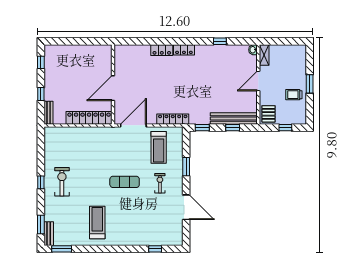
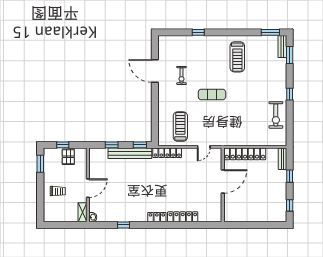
locker: (162, 50) -> (183, 217), width x1.53
window: (310, 84) -> (40, 164), moved
trolley: (294, 95) -> (58, 191), moved
pallet: (268, 114) -> (68, 157), moved
bench: (234, 118) -> (130, 153), moved
door: (133, 125) -> (204, 147), width x0.53
window: (186, 167) -> (155, 109), removed
exercise bike: (62, 182) -> (276, 115), moved
exercise bike: (160, 183) -> (182, 75), moved
window: (155, 249) -> (198, 32), moved

